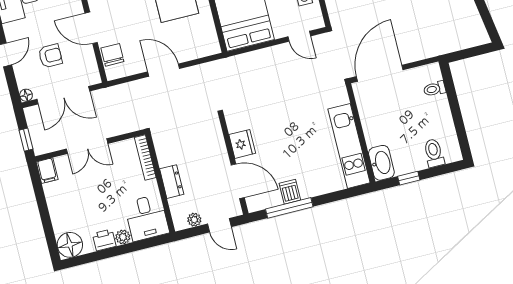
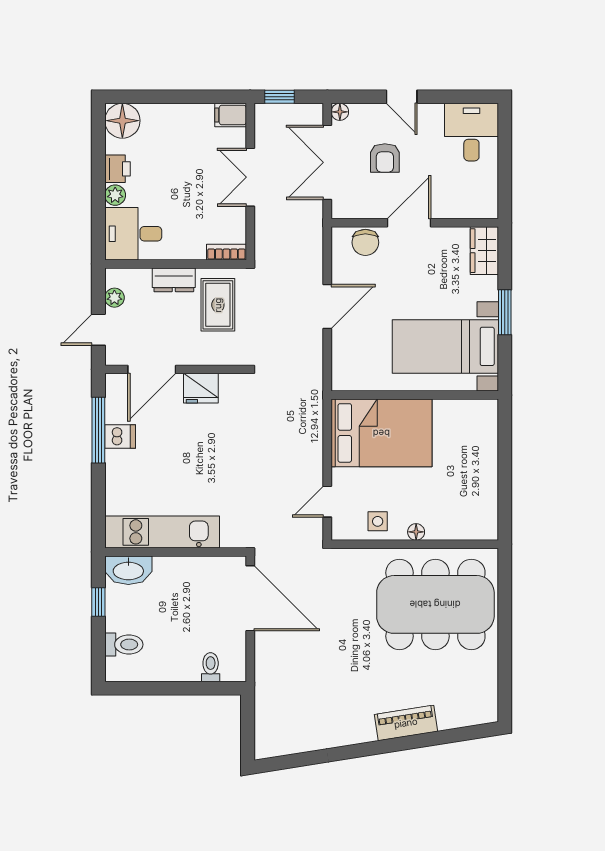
chair: (112, 55) -> (365, 242), turned 90
rug: (181, 147) -> (218, 305), added
bookcase: (145, 157) -> (226, 252), width x0.64

